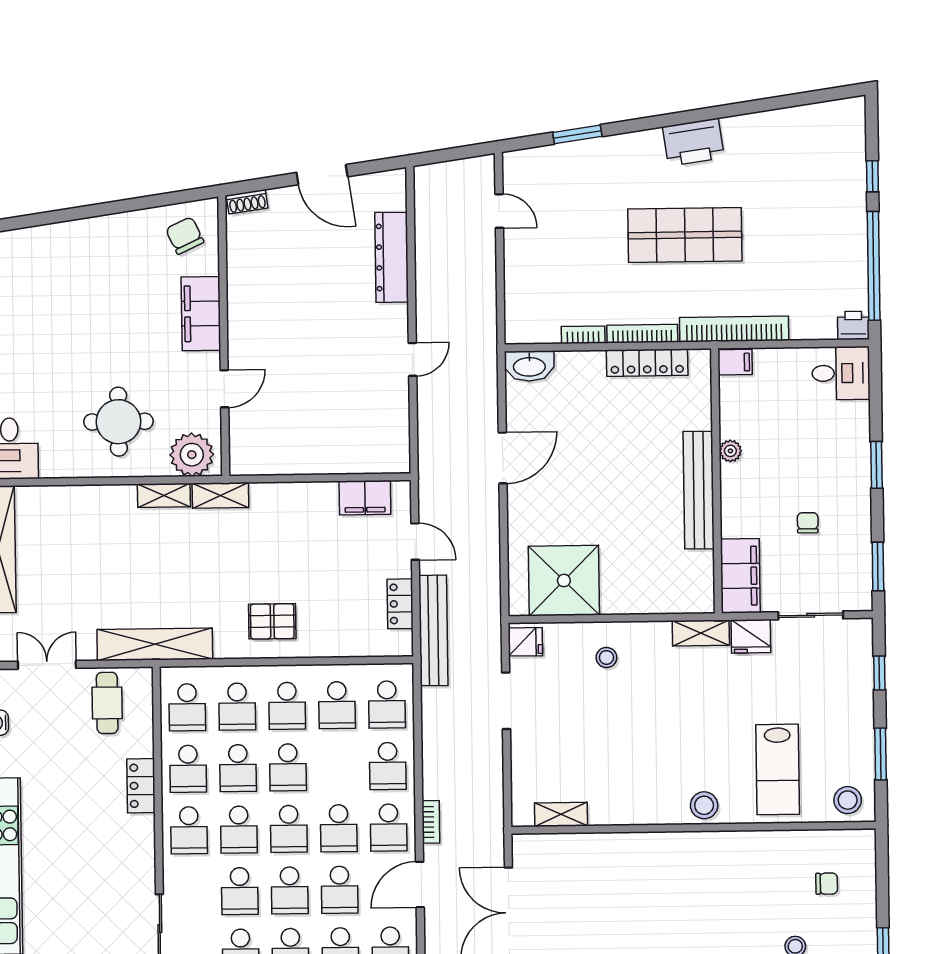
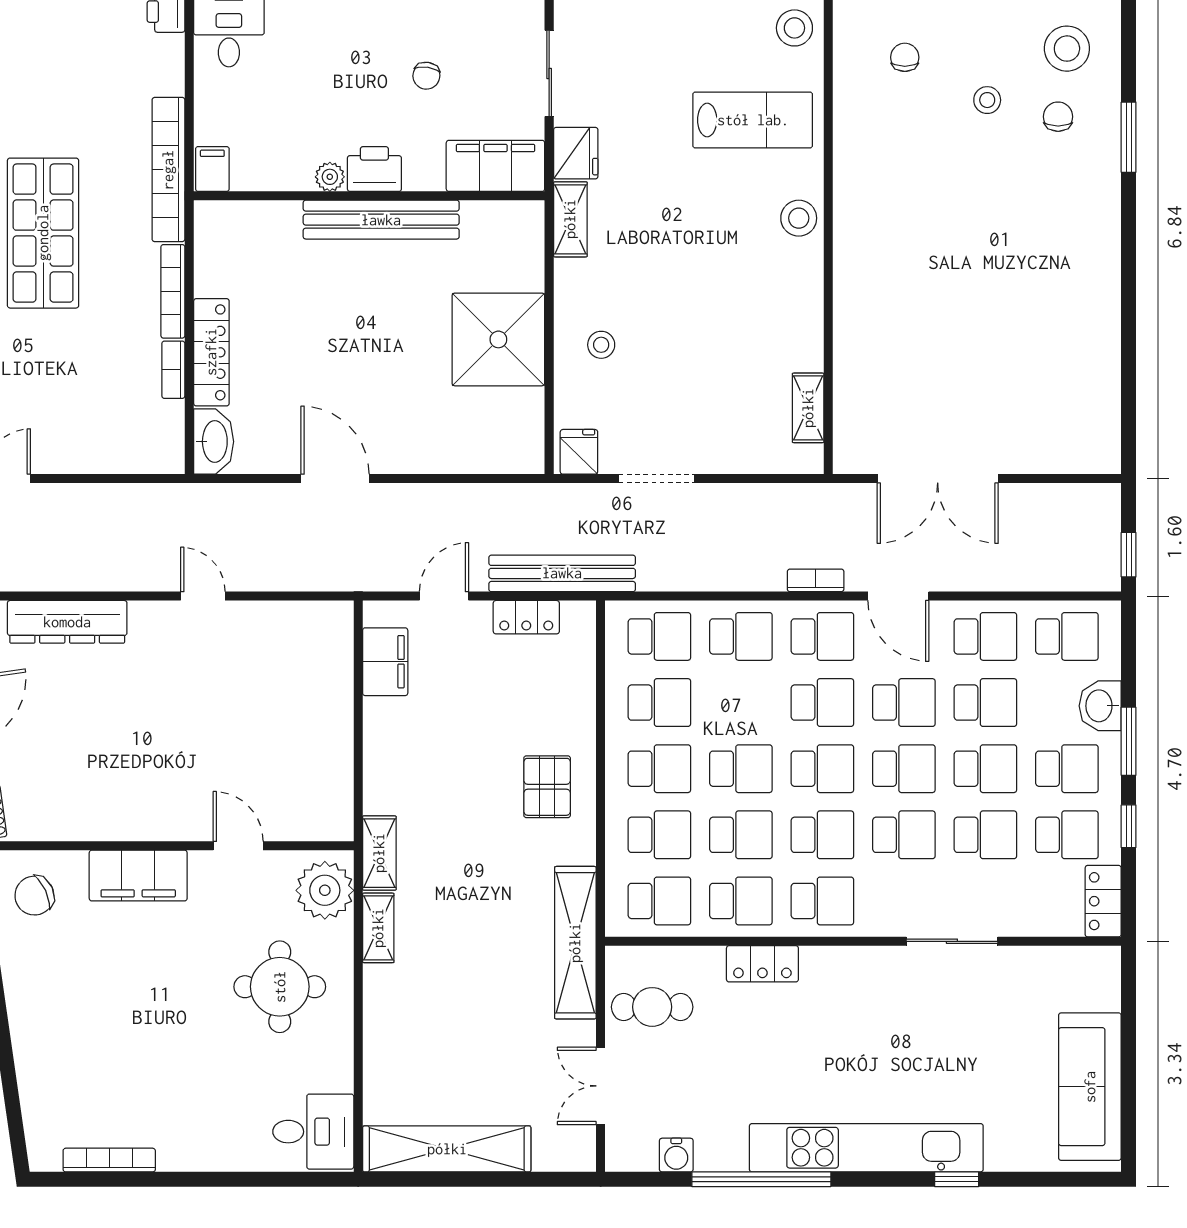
locker: (647, 363) -> (211, 352), moved
printer: (737, 484) -> (374, 169), added
chair: (808, 523) -> (426, 76), turned -82
shower: (564, 581) -> (498, 339), moved

